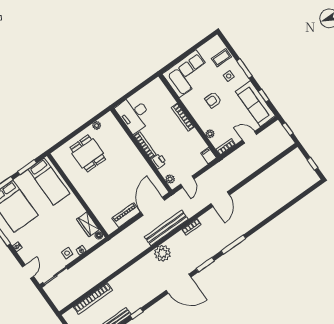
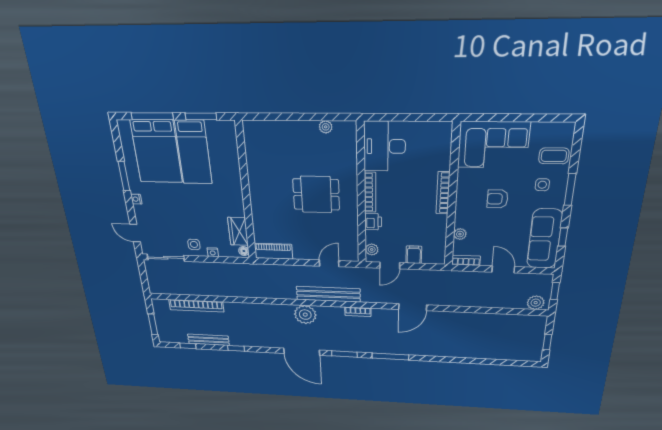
plant: (284, 144) -> (536, 303), added
dining table: (88, 153) -> (316, 194), moved, turned 90
filing cabinet: (208, 155) -> (414, 255), moved
bed: (49, 181) -> (193, 152), moved
door: (153, 206) -> (329, 263), width x0.53
piano: (126, 215) -> (273, 251), moved
door: (28, 272) -> (135, 233), swing flipped

